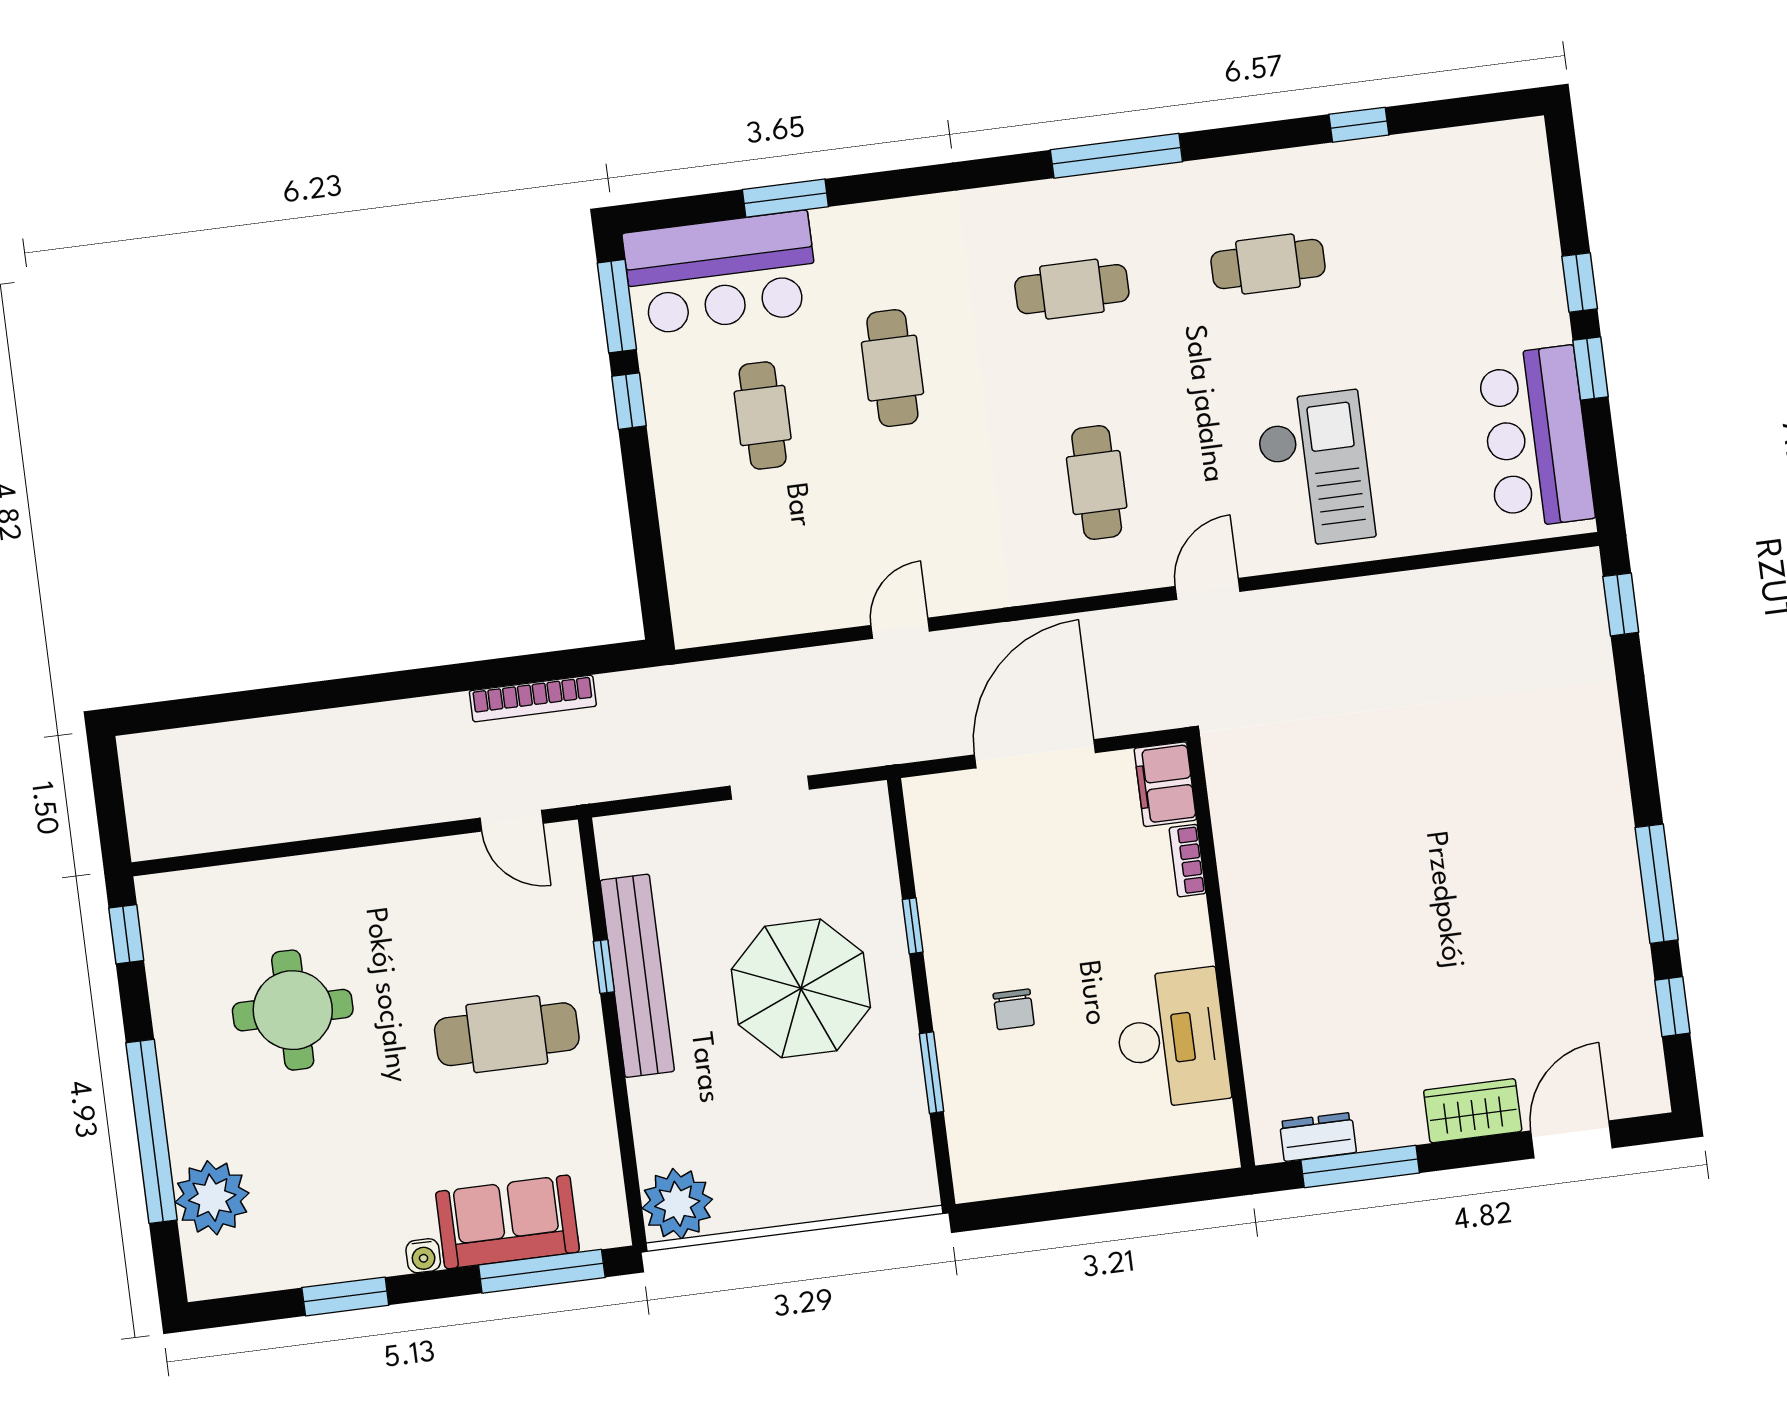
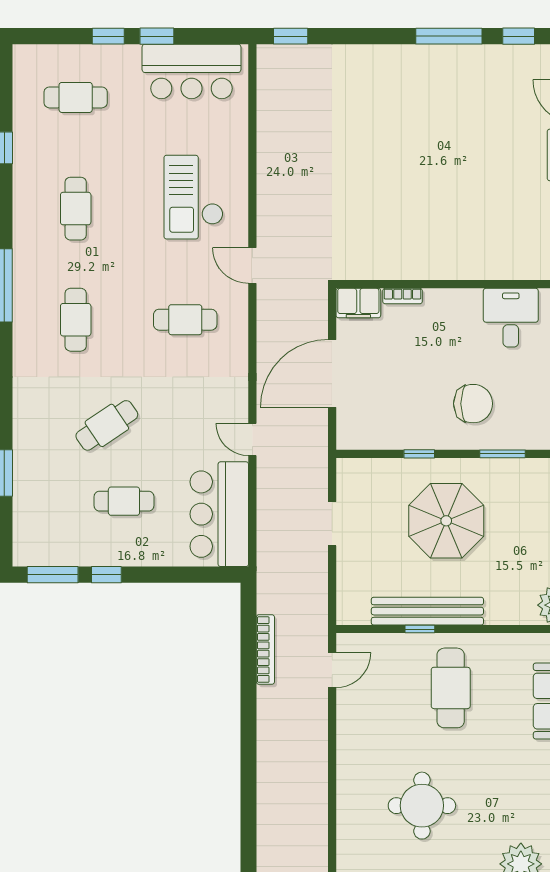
cafe table: (1464, 239) -> (76, 97), added
bar counter: (721, 273) -> (219, 514), moved, turned 180
cafe table: (892, 368) -> (107, 425), turned -34
checkout: (1315, 469) -> (193, 197), turned -90
door: (1035, 754) -> (332, 373), hinge flipped
chair: (1014, 1009) -> (473, 404), width x1.87, depth x1.87
desk: (1172, 1039) -> (511, 318), width x0.73

